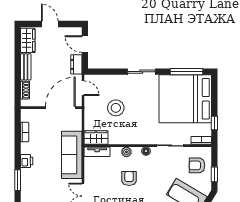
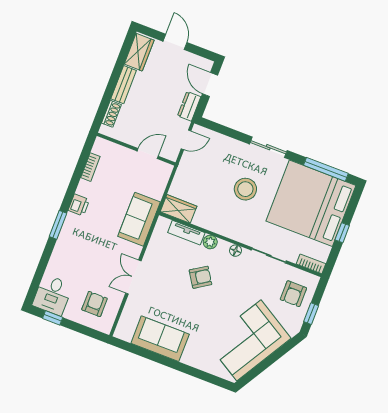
door: (83, 88) -> (186, 140), hinge flipped
door: (60, 108) -> (148, 154), width x0.53
stool: (116, 108) -> (245, 189), moved
window: (214, 123) -> (342, 233), moved
tv unit: (97, 152) -> (186, 233), moved
sofa: (72, 155) -> (139, 219), width x0.73
armchair: (197, 165) -> (293, 294), turned -90
armchair: (129, 179) -> (200, 277), turned 57

